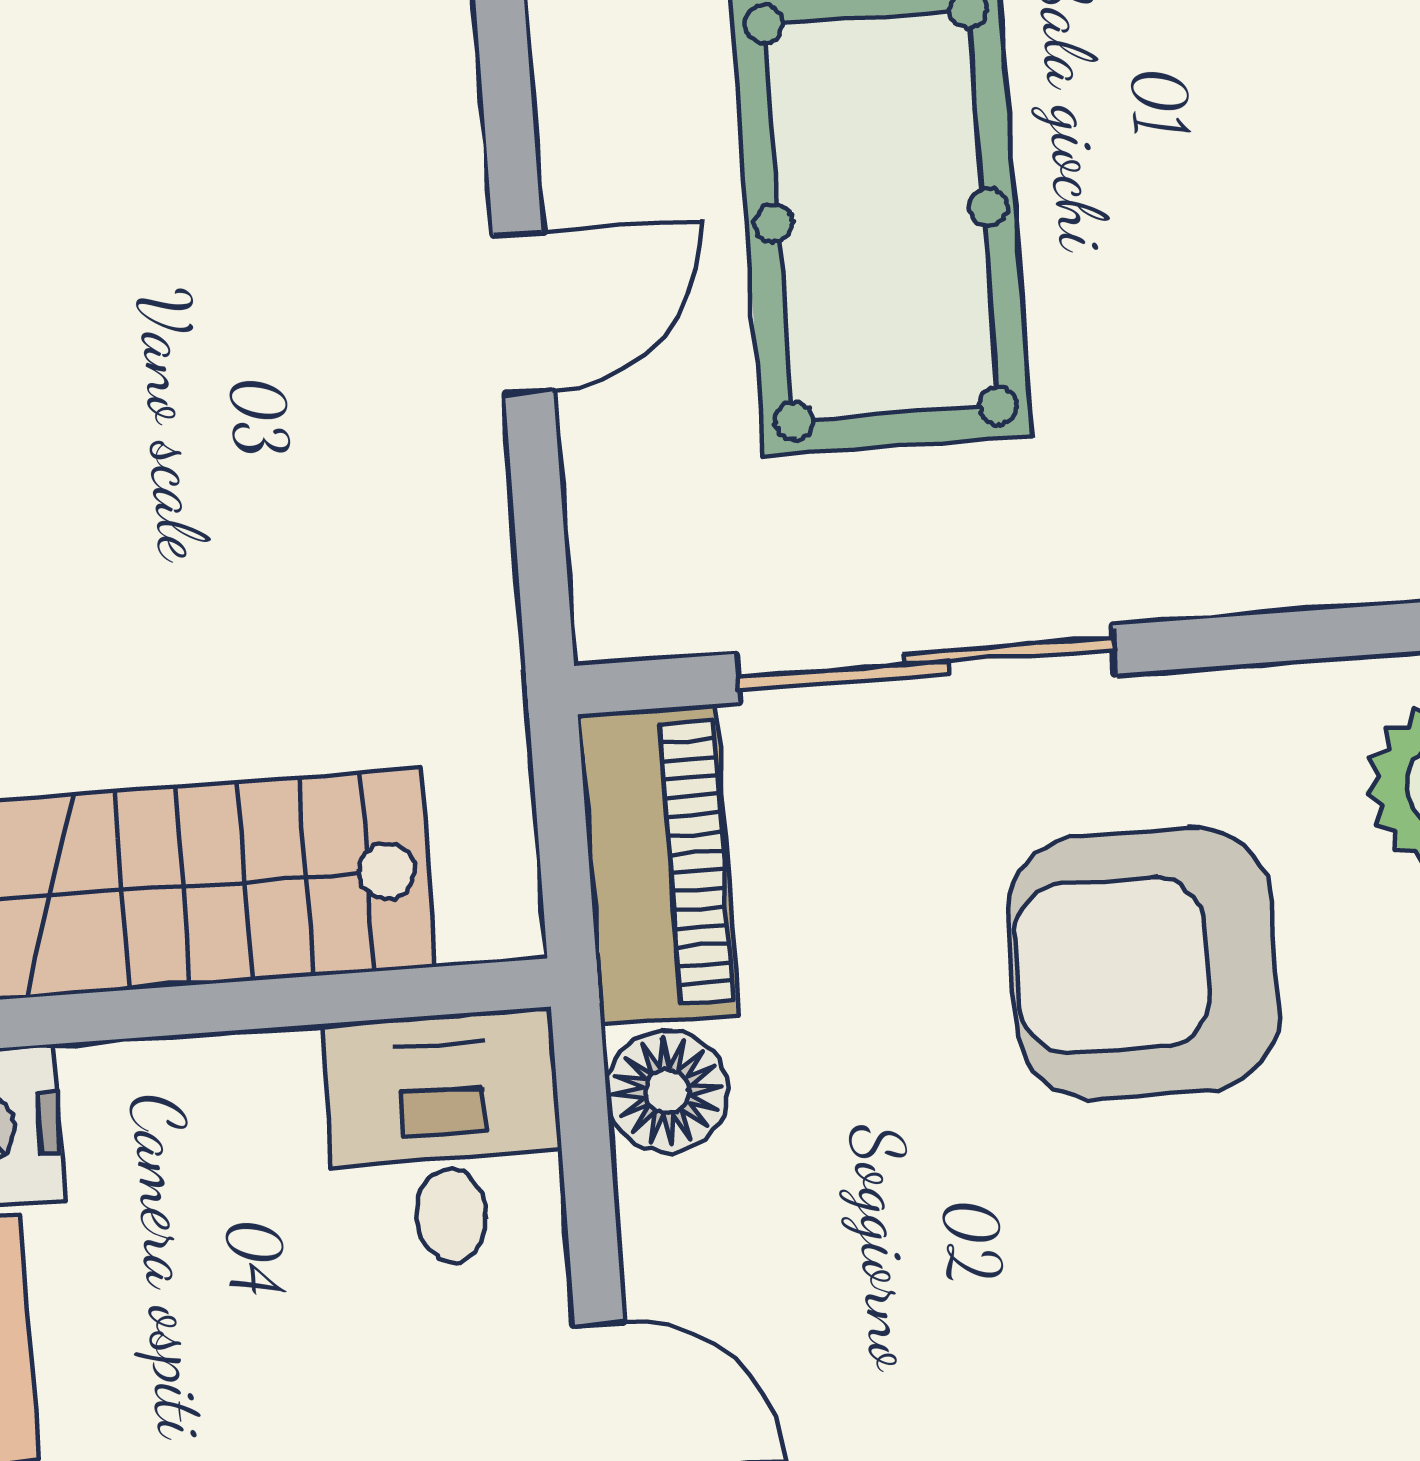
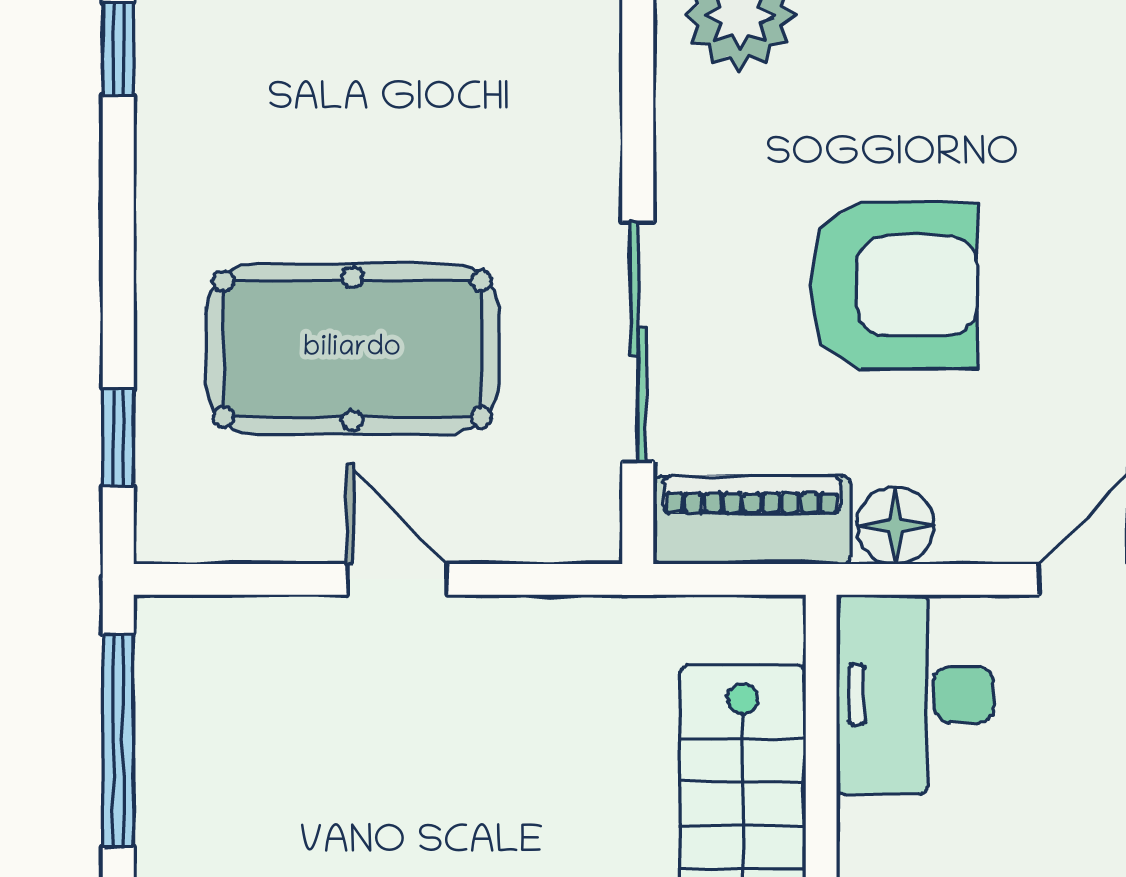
armchair: (1144, 963) -> (894, 286), moved, turned -90
desk: (446, 1139) -> (915, 695), width x1.37

